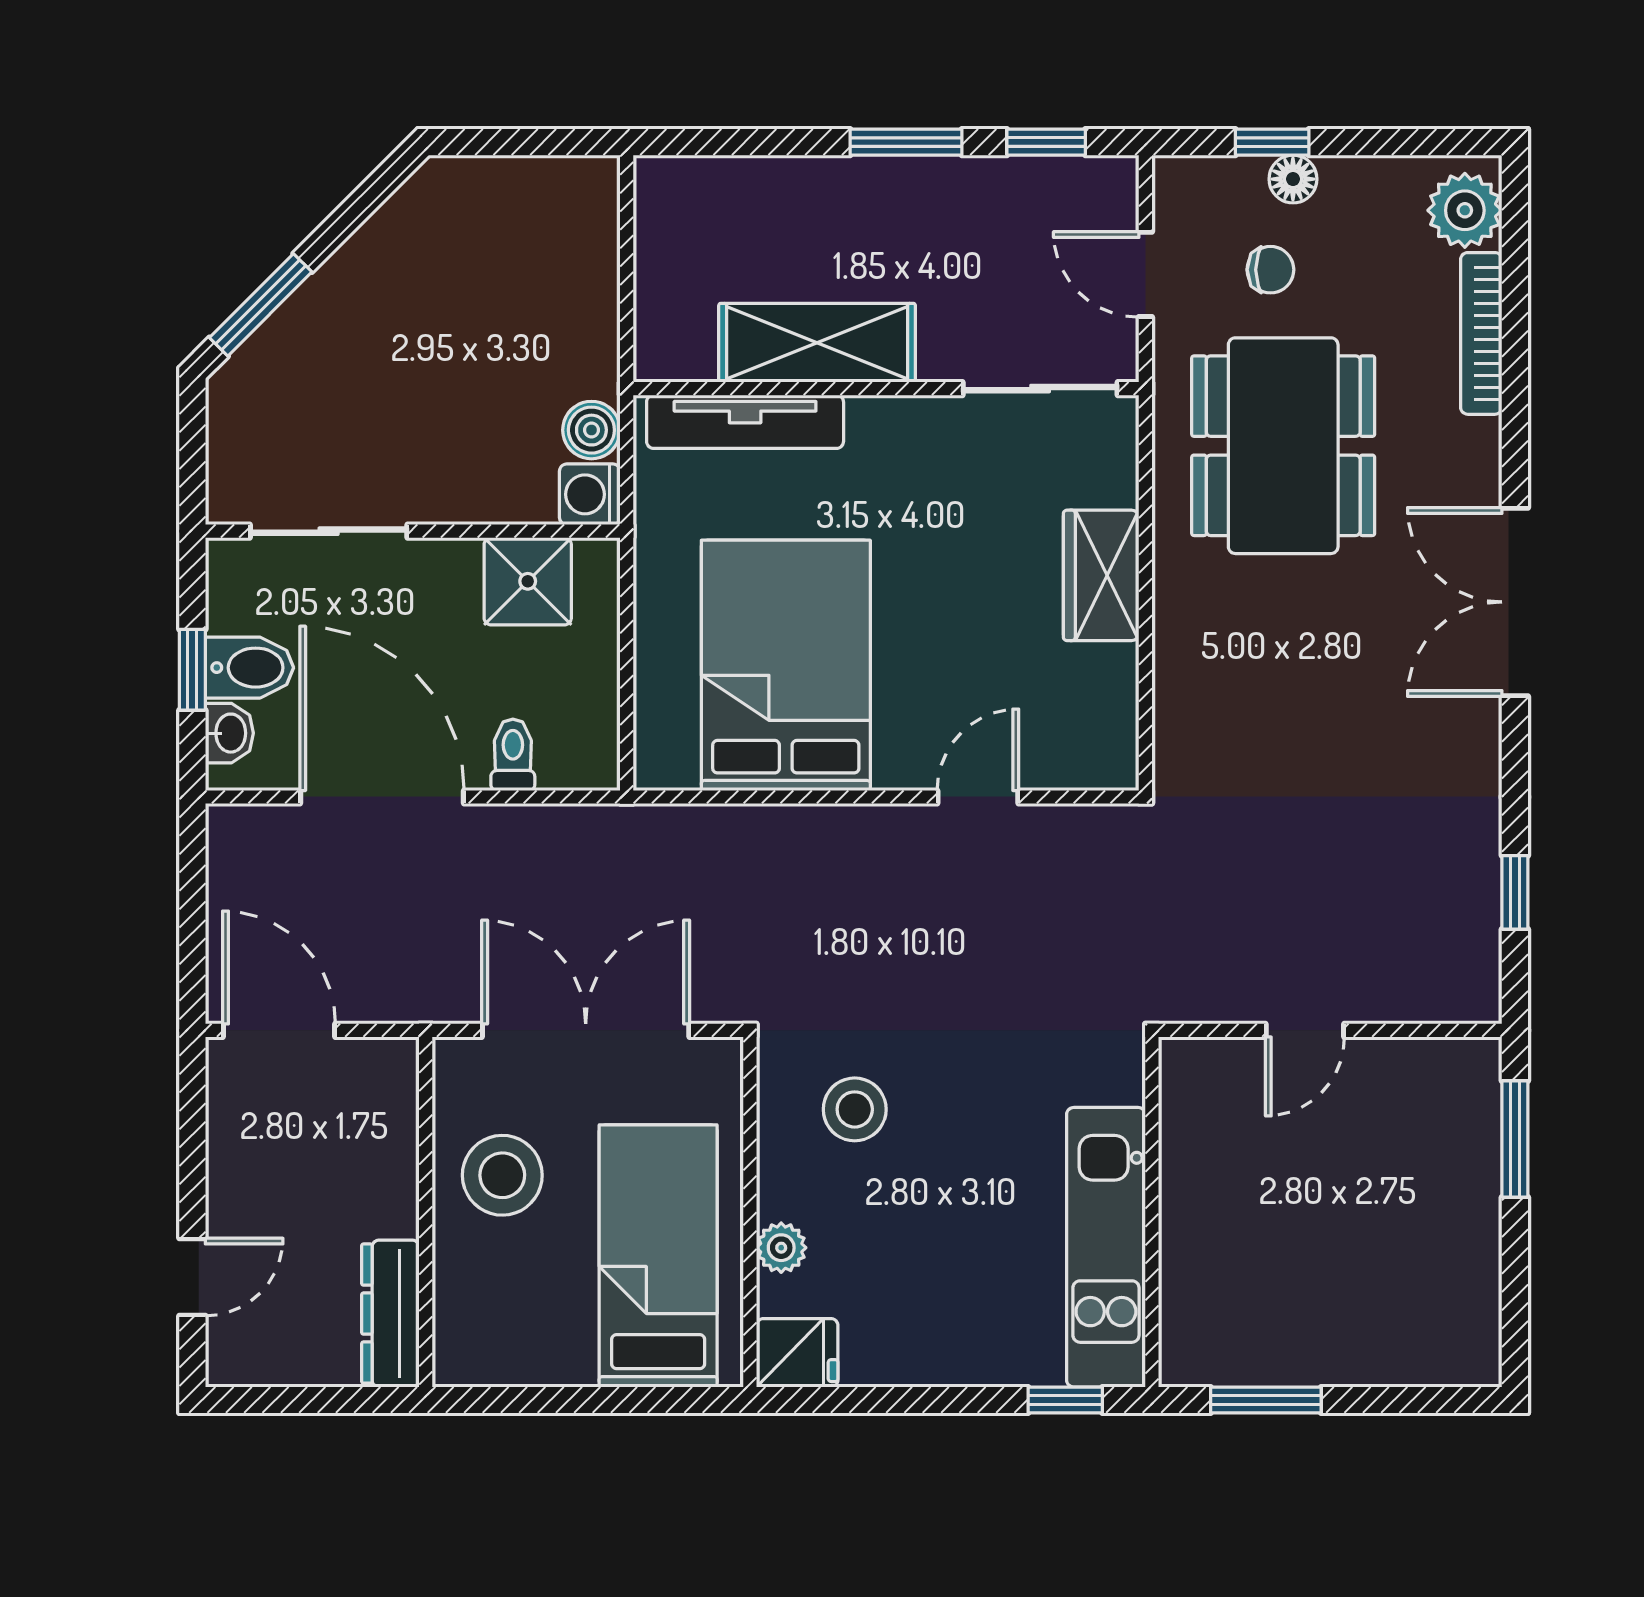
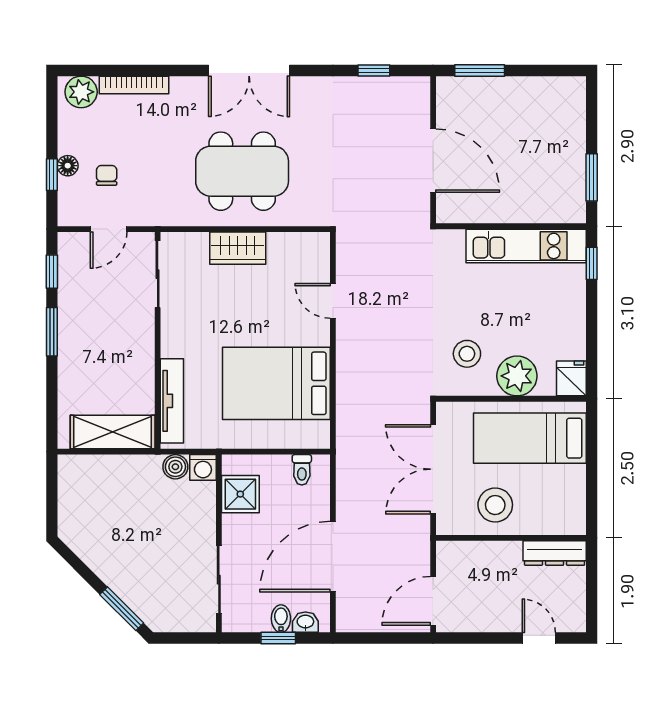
shelving: (817, 343) -> (113, 432), moved, turned 90
dining table: (1283, 446) -> (242, 171), moved
bidet: (249, 668) -> (281, 619), width x0.72, depth x0.74
toilet: (513, 755) -> (302, 470), moved, turned -90
door: (1305, 1030) -> (433, 161), width x1.87
plant: (781, 1248) -> (517, 376), width x1.88, depth x1.88

